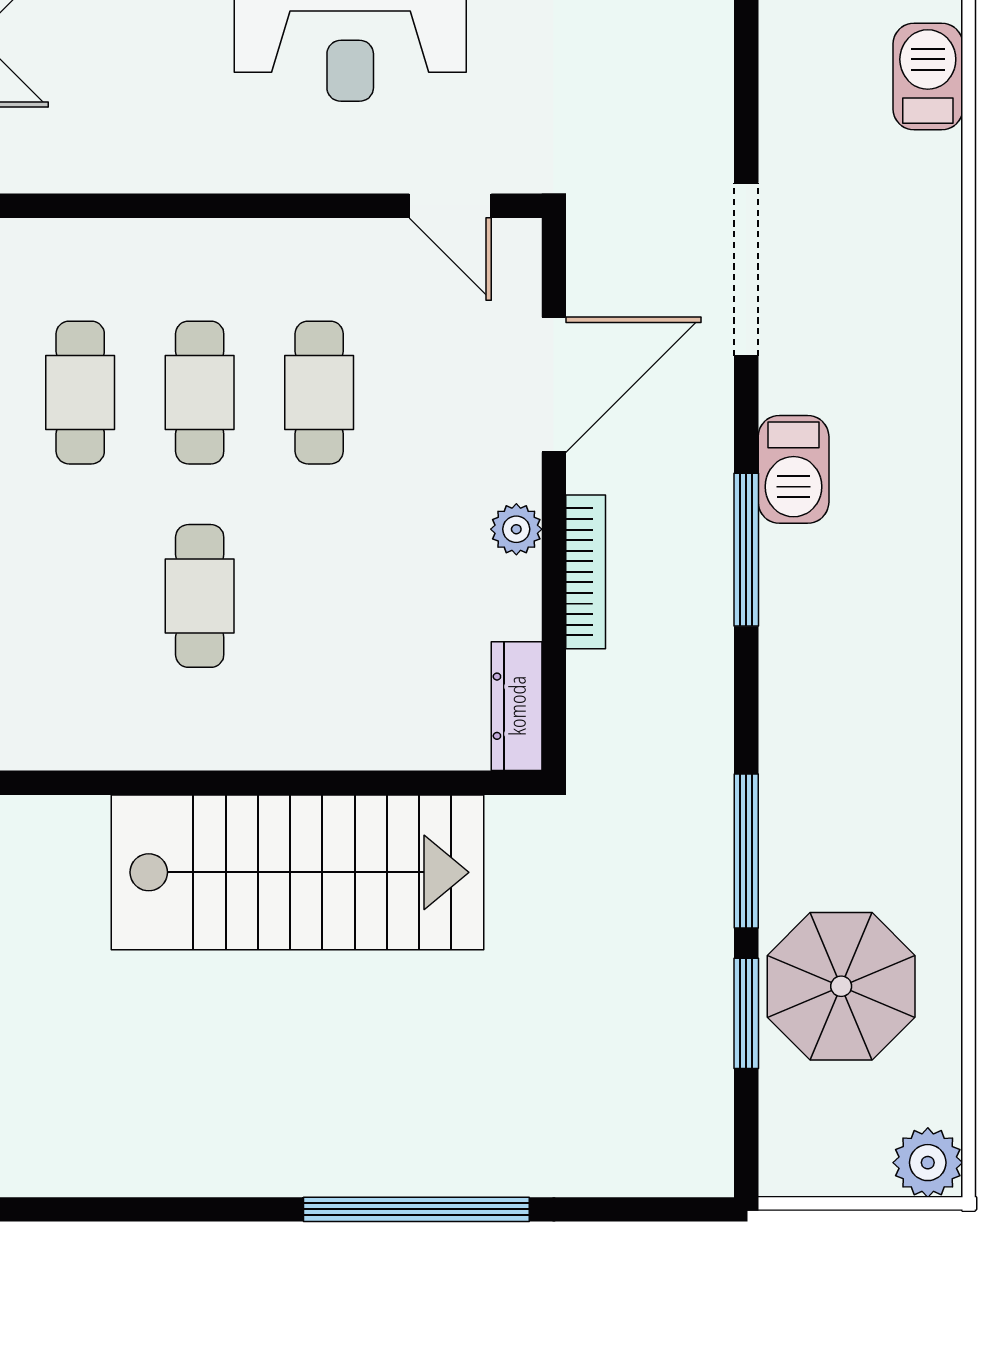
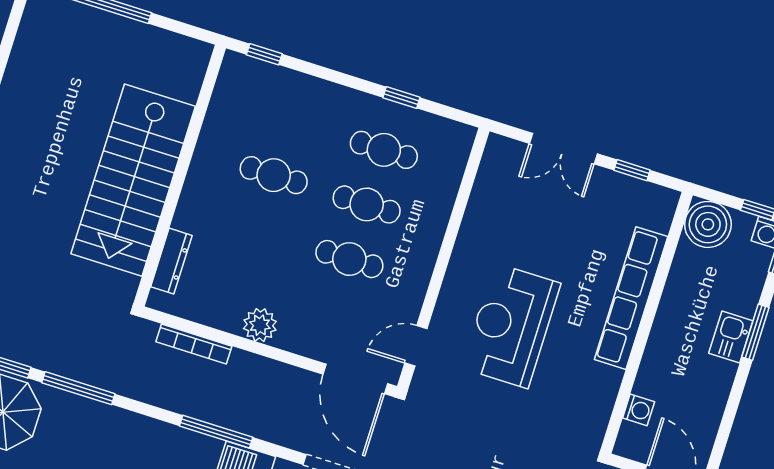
door: (554, 385) -> (355, 379), moved
plant: (516, 529) -> (260, 325), width x1.38, depth x1.38
bookcase: (586, 572) -> (194, 344), moved
dresser: (517, 706) -> (171, 261), moved, turned 90

